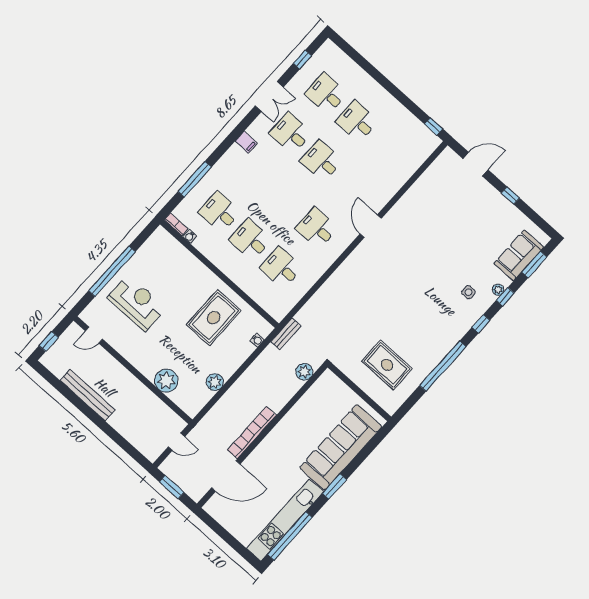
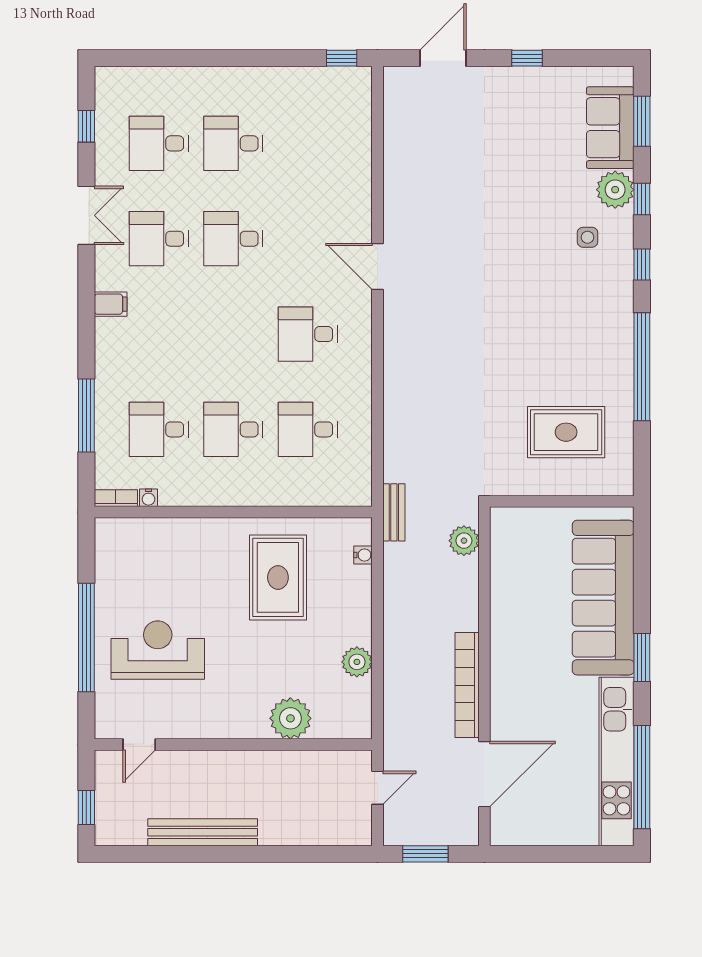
plant: (498, 290) -> (615, 190), width x1.87, depth x1.87

